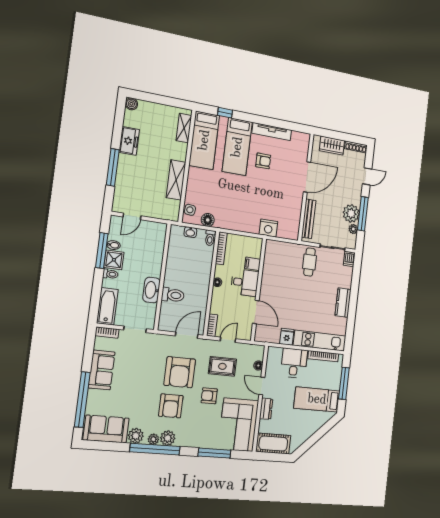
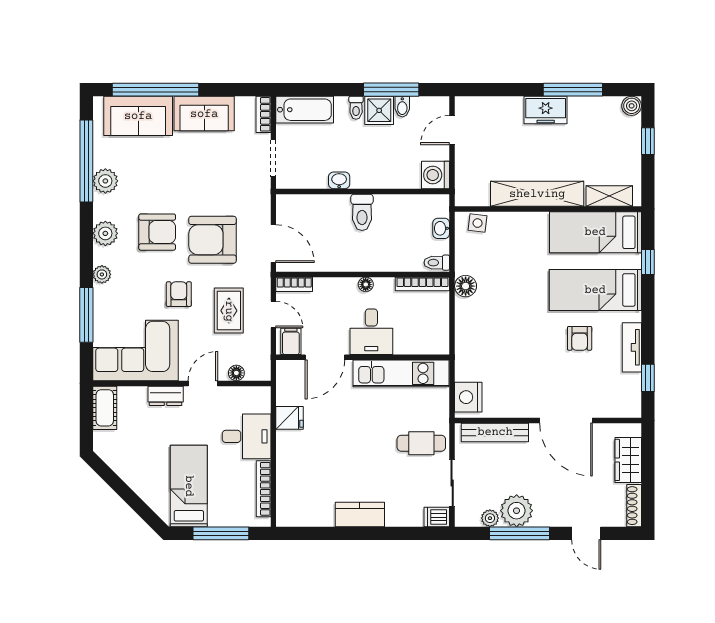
window: (154, 98) -> (648, 141), added
window: (290, 126) -> (648, 378), added
tv unit: (272, 132) -> (632, 347), width x0.71
freezer: (129, 141) -> (546, 110), moved
window: (113, 167) -> (573, 90), moved
shelving: (176, 180) -> (537, 194), width x1.47
door: (132, 216) -> (452, 130), hinge flipped
floor lamp: (208, 220) -> (466, 286), moved
nightstand: (268, 228) -> (468, 397), moved
washing machine: (158, 231) -> (436, 175), added
filing cabinet: (253, 264) -> (291, 341), moved
washbasin: (152, 290) -> (339, 180), width x0.52, depth x0.69
toilet: (173, 295) -> (362, 212), moved
kitchen unit: (320, 341) -> (401, 373), moved, turned 90
armchair: (171, 406) -> (157, 232), turned 180
sofa: (106, 429) -> (138, 116), moved, turned 90
plant: (153, 439) -> (102, 274), moved
cot: (273, 444) -> (105, 408), width x0.73, depth x0.75
window: (155, 449) -> (86, 161), moved

